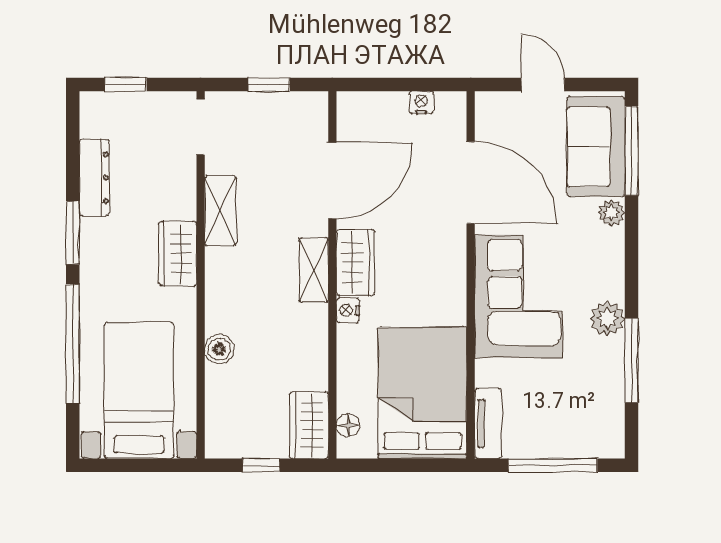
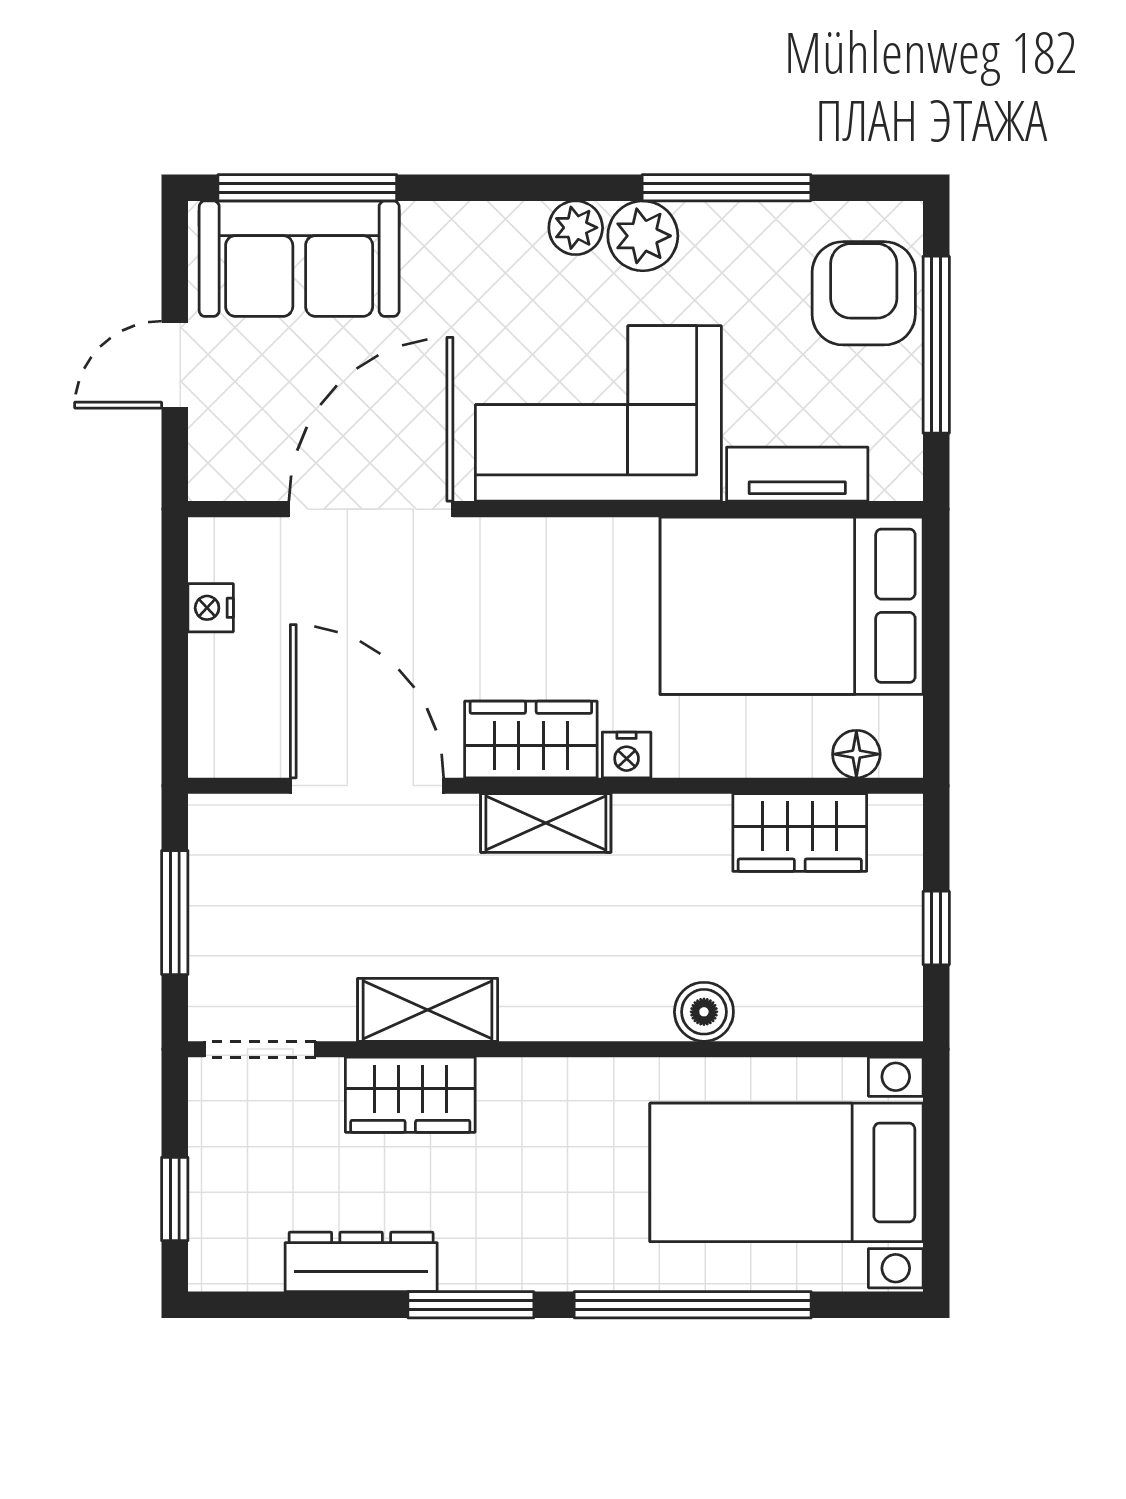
window: (269, 84) -> (175, 913), width x1.50
plant: (611, 213) -> (576, 228), moved
wardrobe: (178, 254) -> (410, 1095), moved
tv unit: (488, 423) -> (797, 474), moved
wardrobe: (309, 425) -> (800, 832), moved
armchair: (579, 429) -> (864, 293), added

